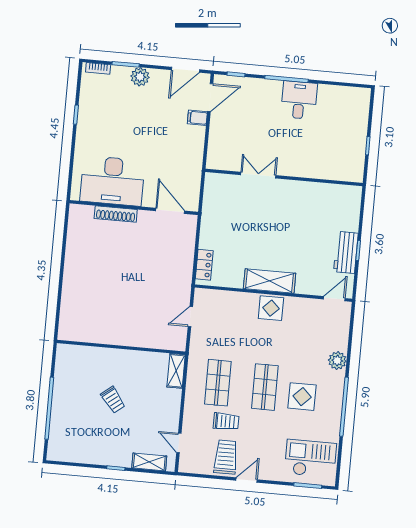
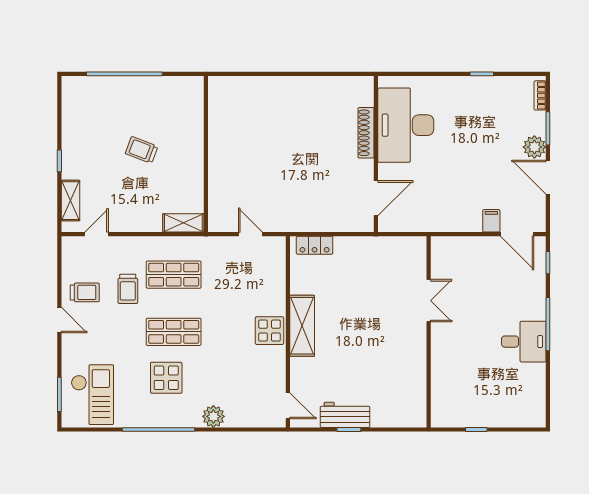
door: (185, 70) -> (548, 177), moved
trolley: (113, 400) -> (142, 150), turned 59
trolley: (226, 457) -> (85, 292), width x0.73, depth x0.72

